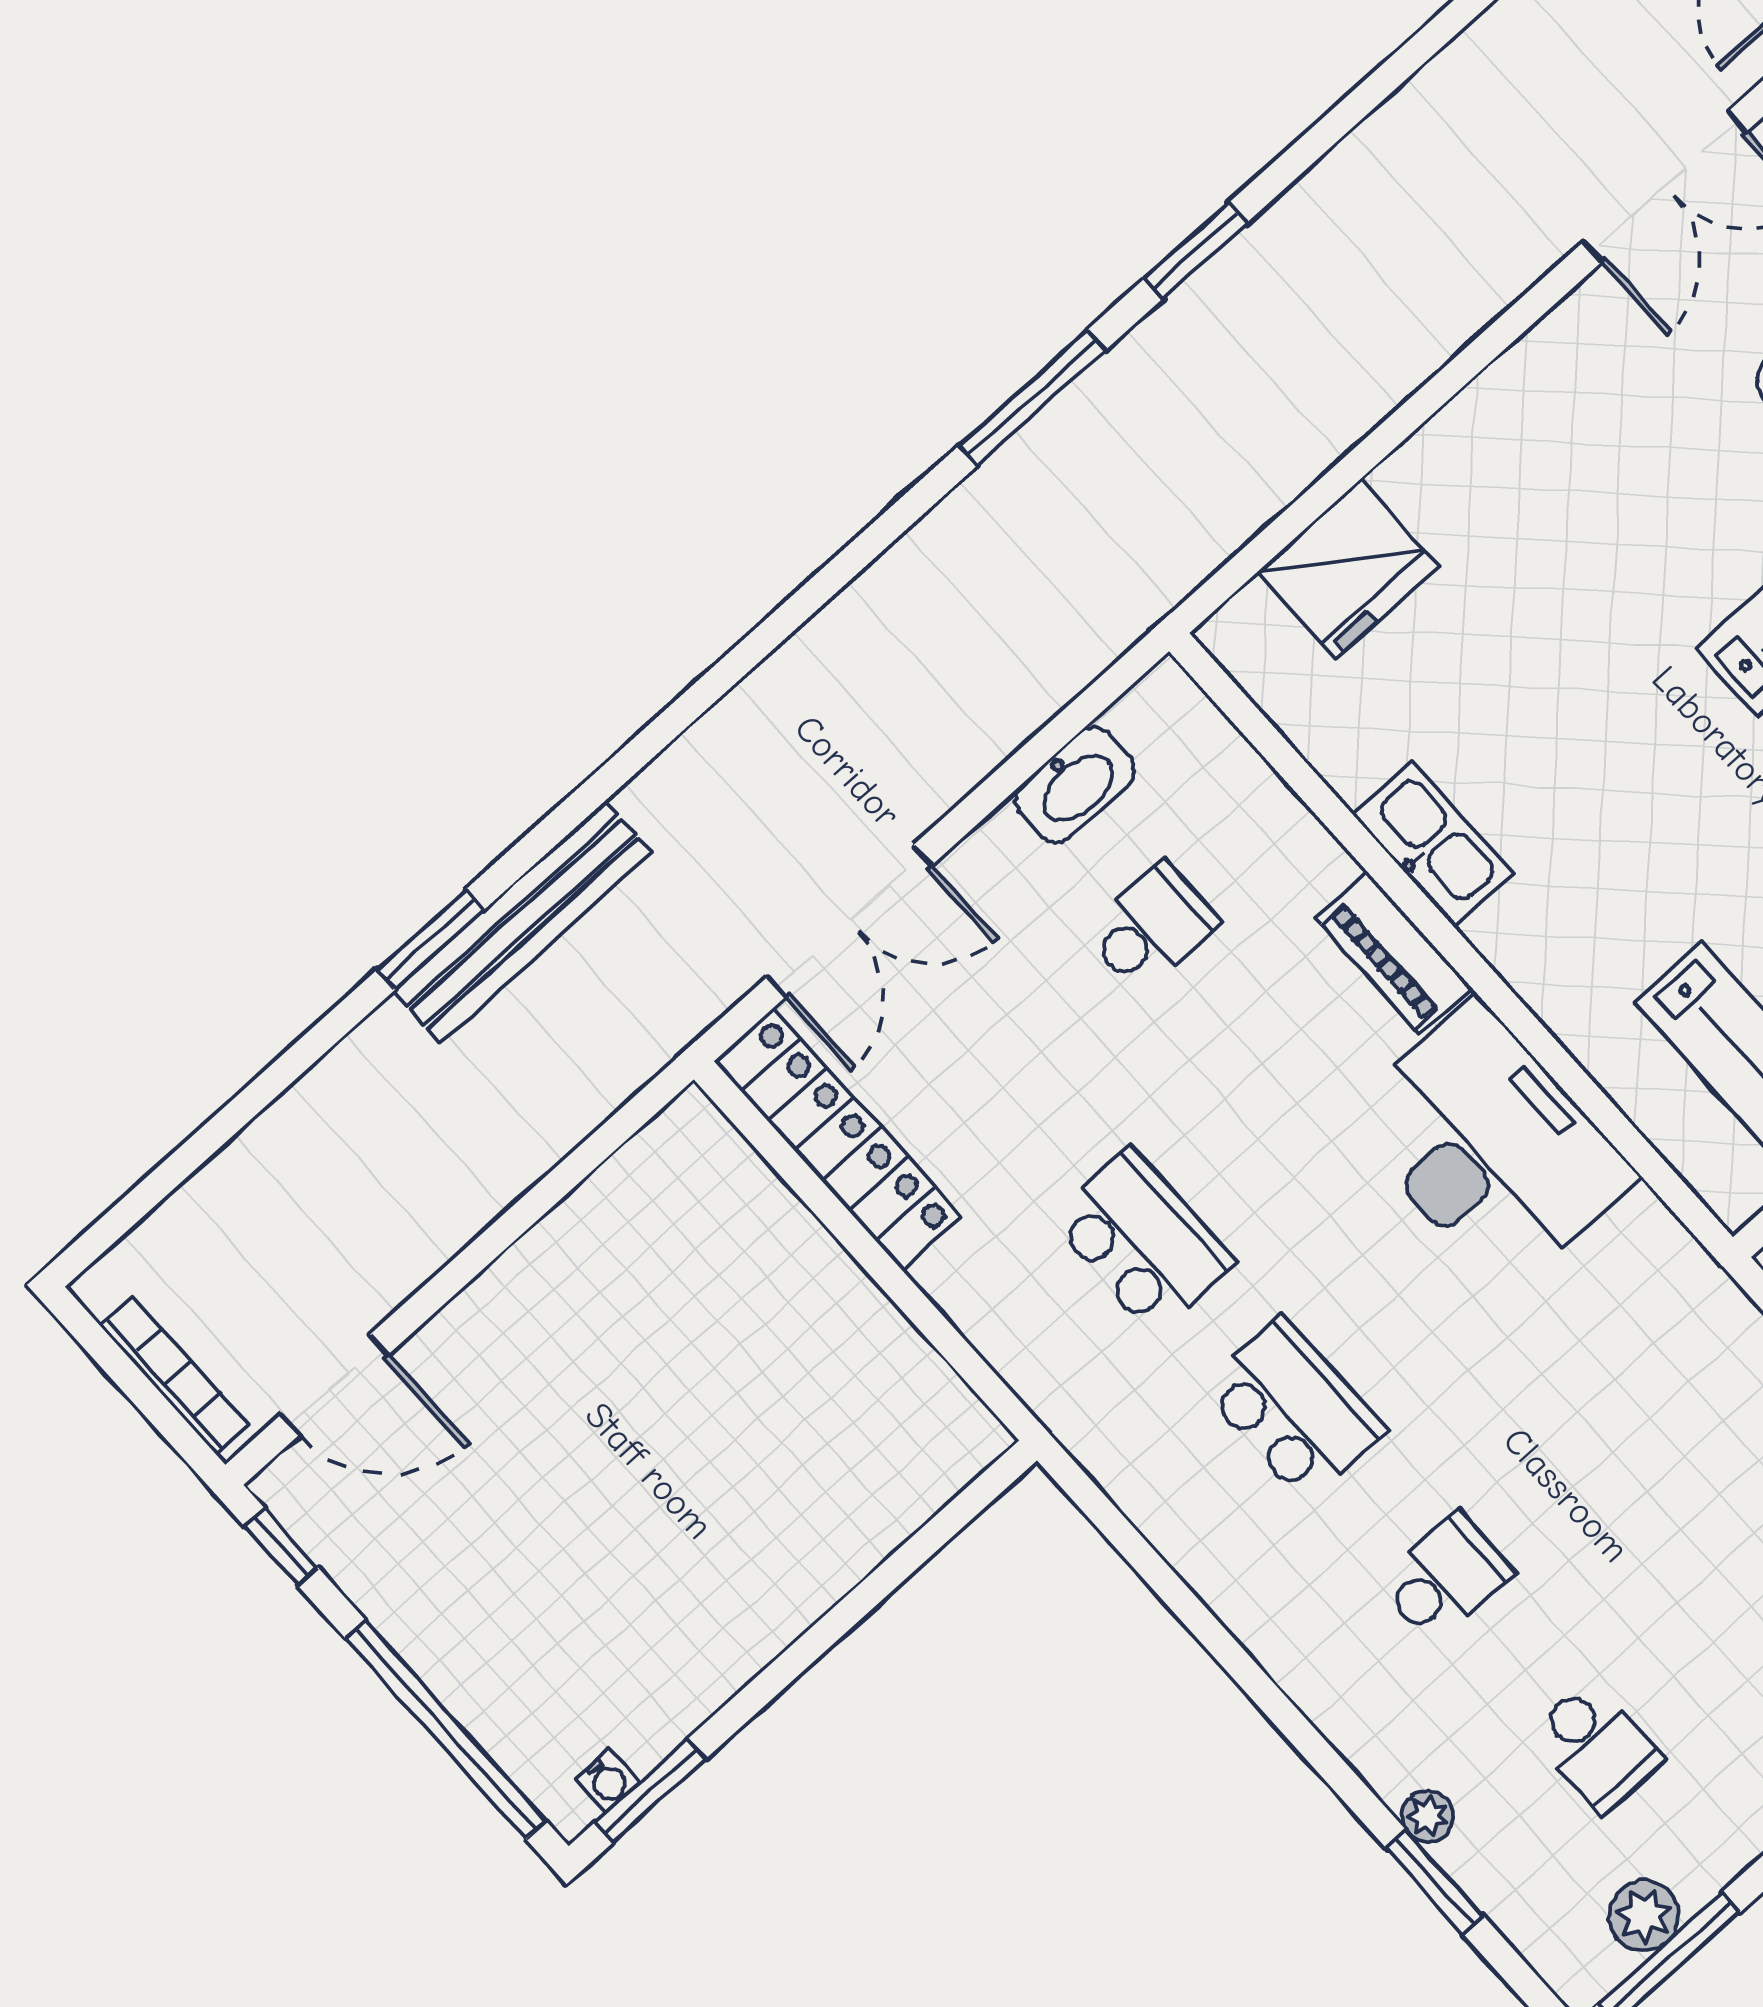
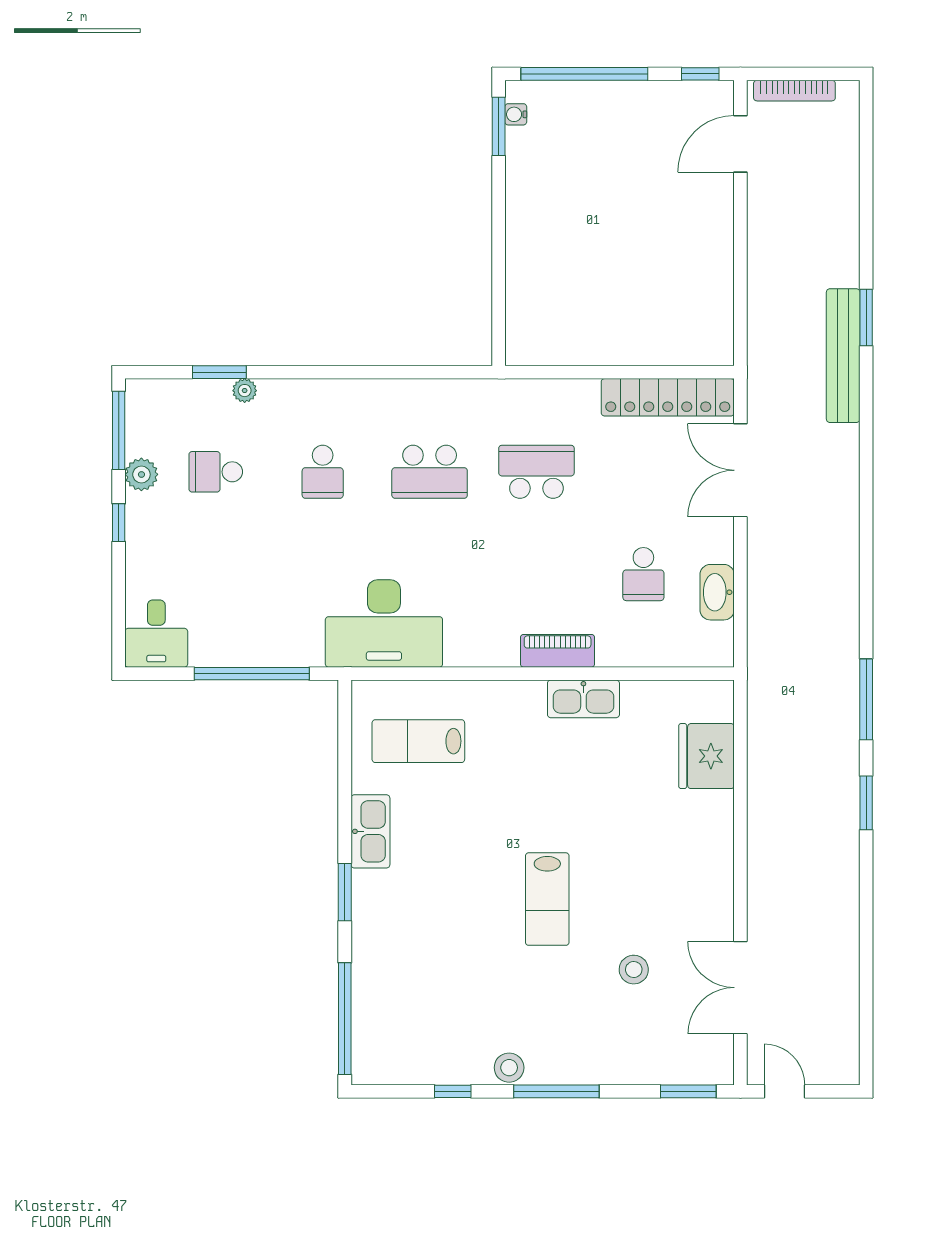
desk: (1490, 1146) -> (384, 624), moved
school desk: (1141, 1240) -> (536, 472), turned 180
plant: (1644, 1916) -> (141, 474), moved

